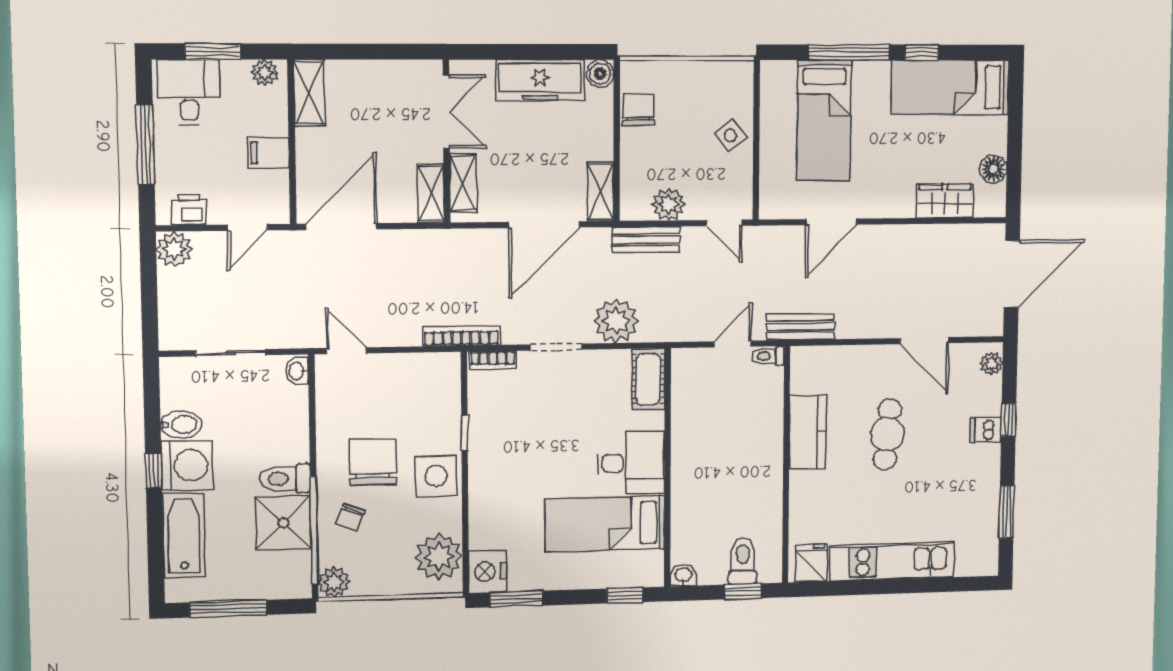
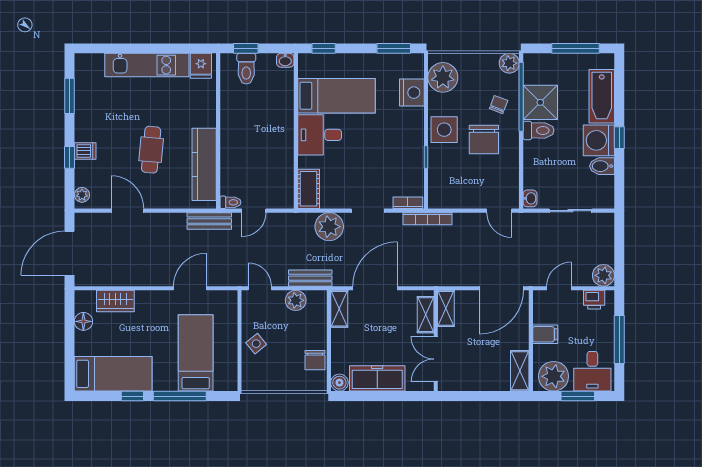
plant: (265, 73) -> (553, 376), width x1.88, depth x1.88
kitchen counter: (808, 432) -> (204, 164), width x1.50
nightstand: (488, 572) -> (412, 93), moved

